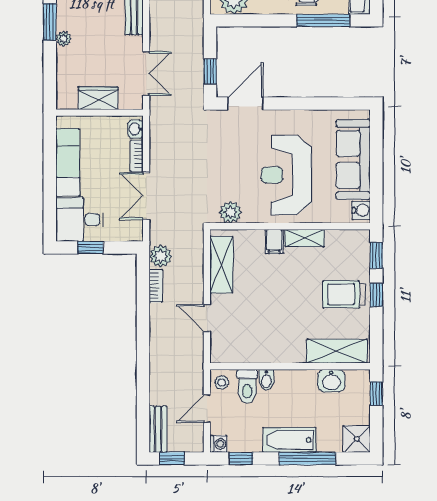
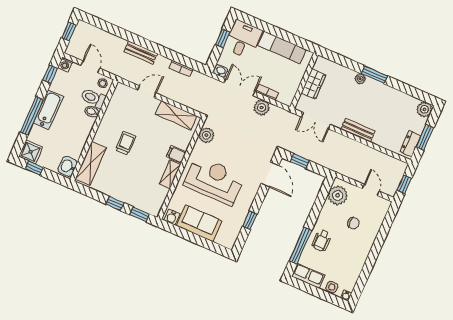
window: (319, 104) -> (250, 220), added
washbasin: (136, 129) -> (221, 71), moved
sofa: (353, 159) -> (199, 223), width x0.73
plant: (161, 256) -> (261, 107), moved
trolley: (344, 294) -> (126, 143), moved, width x0.73, depth x0.72
washbasin: (331, 381) -> (68, 166), moved
window: (376, 393) -> (34, 168), moved
bench: (158, 429) -> (141, 53), moved

